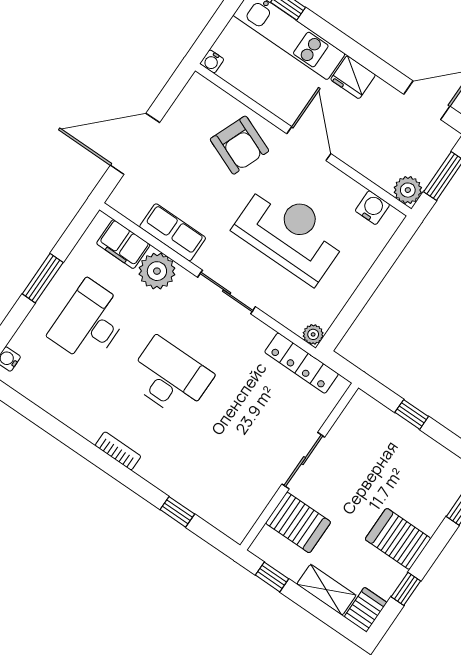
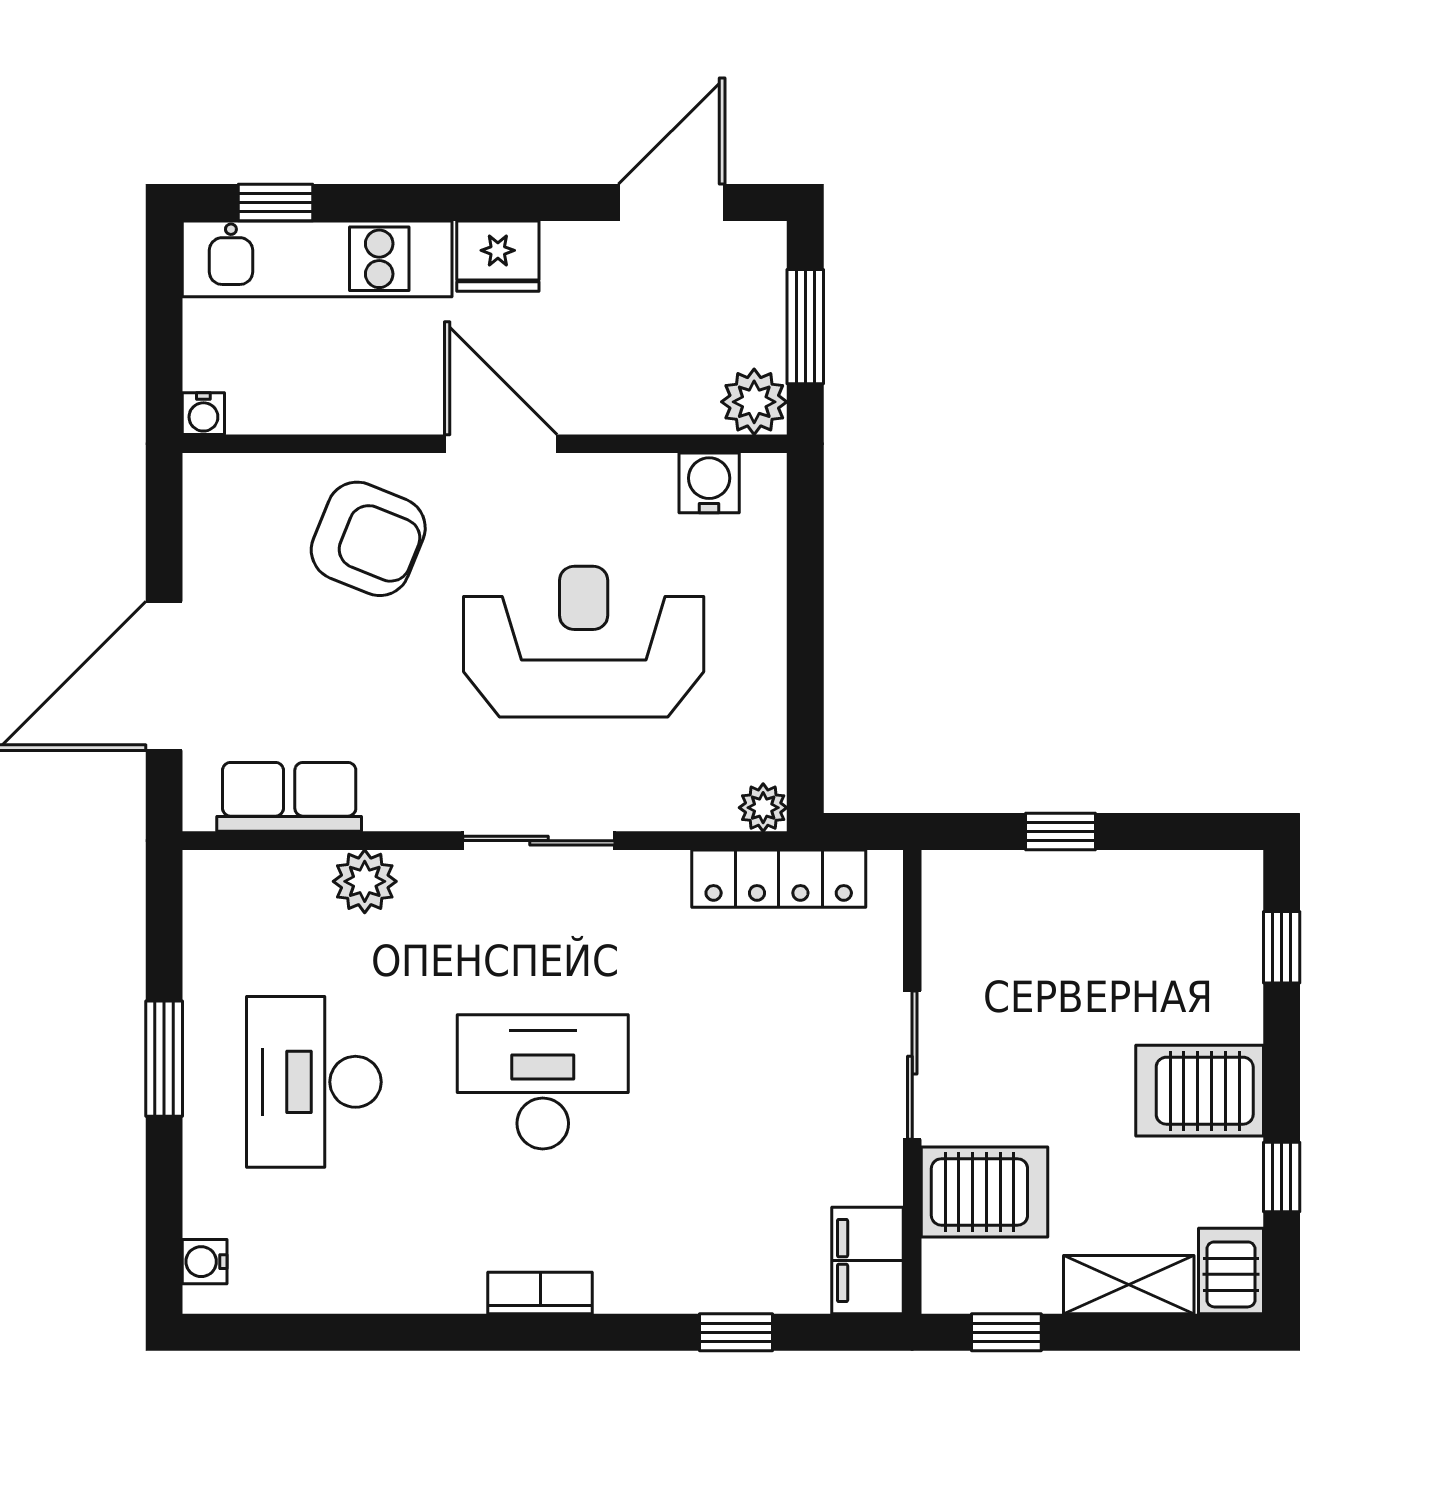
row of seats: (173, 232) -> (289, 797), moved
filing cabinet: (123, 244) -> (867, 1261), moved, turned 90
plant: (157, 271) -> (365, 881), width x0.73, depth x0.73

